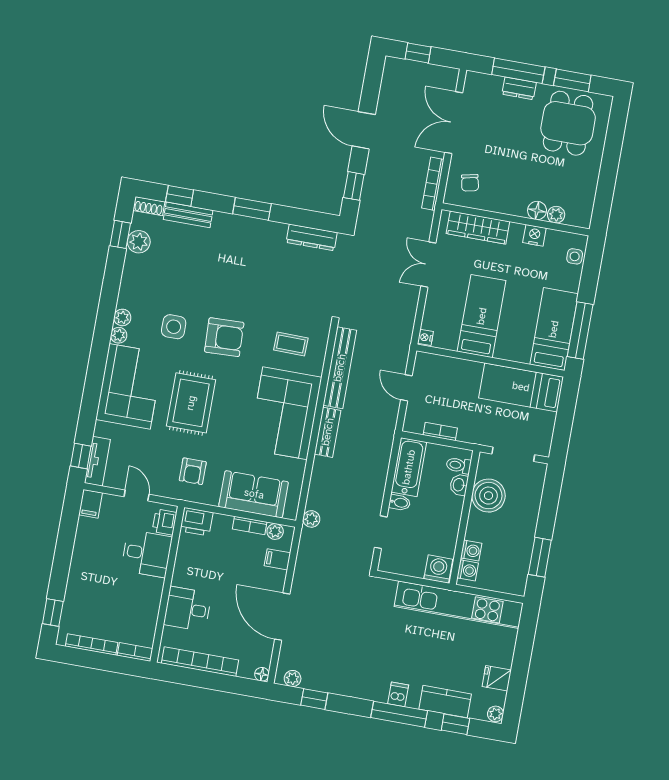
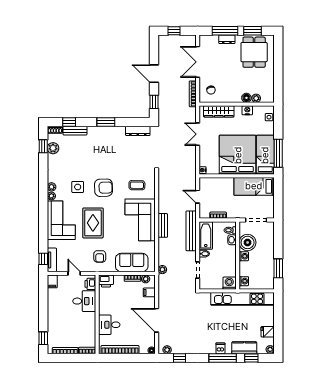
bed: (482, 316) -> (238, 155), width x2.04
bench: (340, 368) -> (191, 231), moved
washing machine: (471, 551) -> (244, 256), moved

